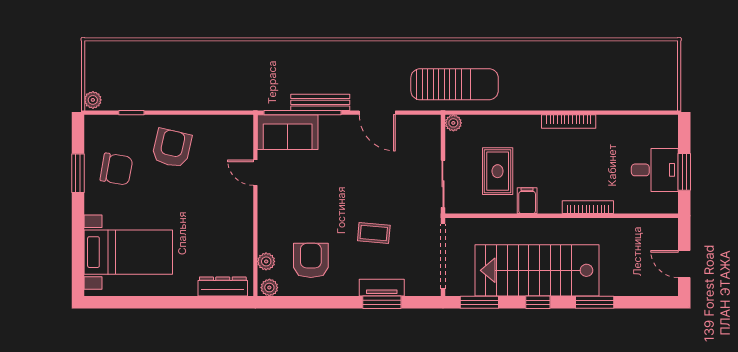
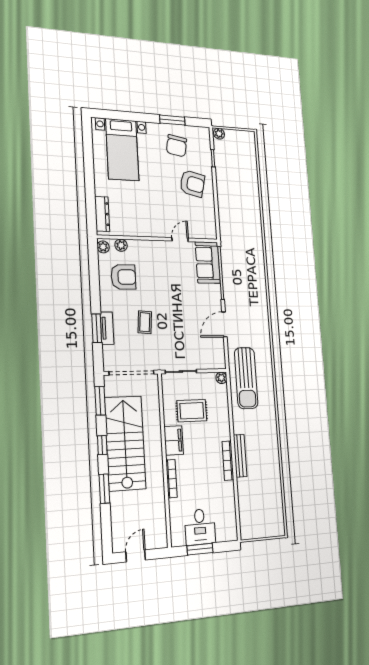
bench: (320, 102) -> (240, 456), moved
filing cabinet: (527, 201) -> (174, 440), width x2.00

